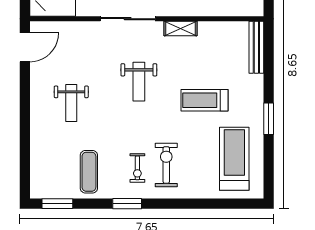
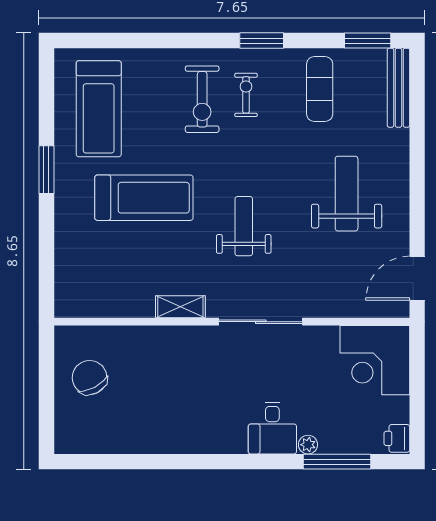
bench: (256, 47) -> (398, 88), moved
treadmill: (205, 100) -> (144, 198), width x1.37, depth x1.38
weight bench: (71, 103) -> (347, 194), width x1.36, depth x1.33

